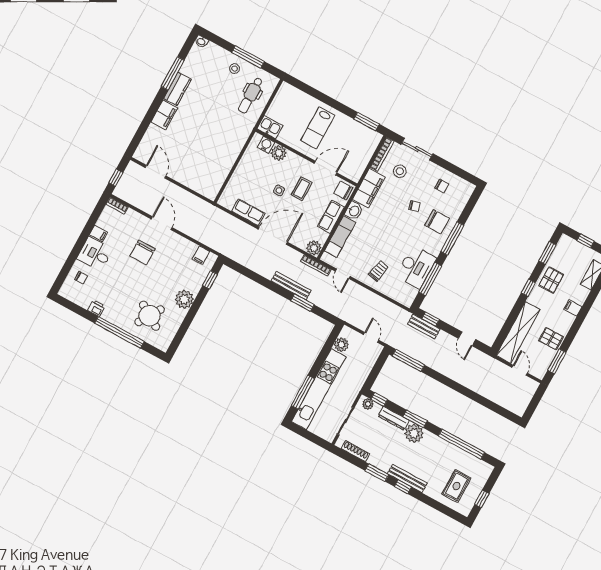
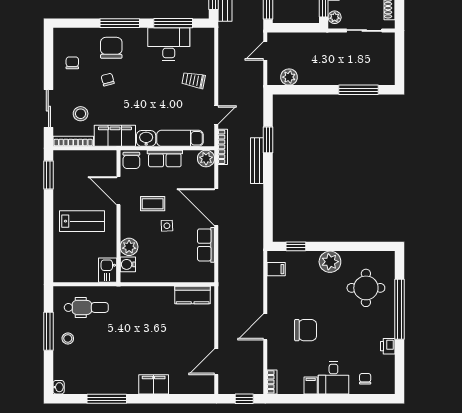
kitchen counter: (177, 89) -> (193, 295), moved, turned 180
round table: (150, 316) -> (366, 288), turned -32
kitchen unit: (319, 389) -> (347, 75), removed

